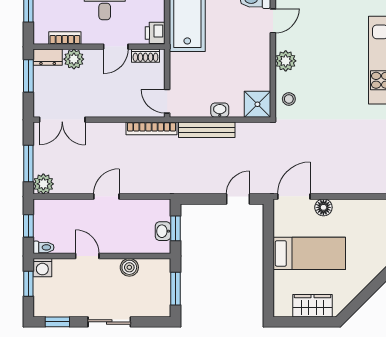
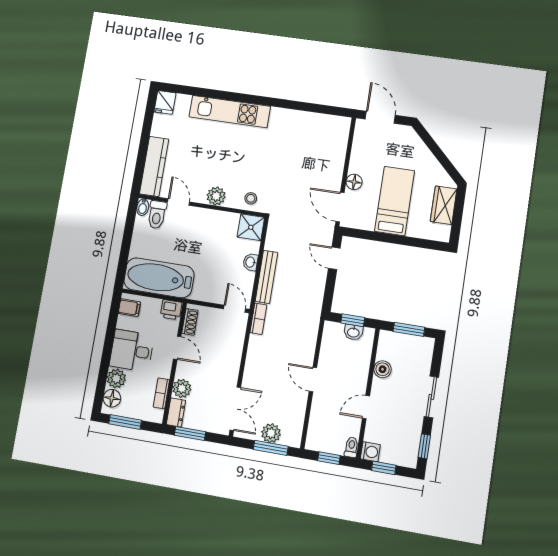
door: (167, 101) -> (235, 309), swing flipped
bookcase: (152, 128) -> (258, 319), width x0.64
plant: (43, 184) -> (271, 433), moved

